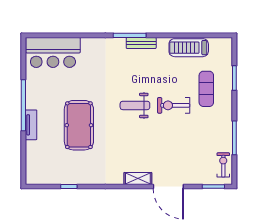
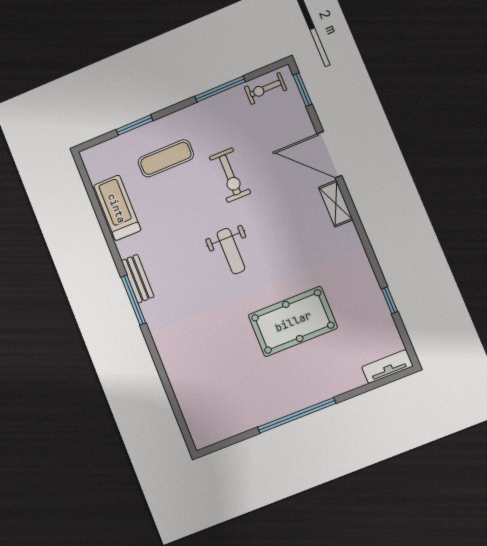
treadmill: (189, 48) -> (117, 208), turned 180
bar counter: (53, 52) -> (202, 402), removed
exercise bike: (174, 105) -> (230, 175), moved
tv unit: (31, 125) -> (387, 366), moved
door: (168, 186) -> (329, 155), swing flipped

